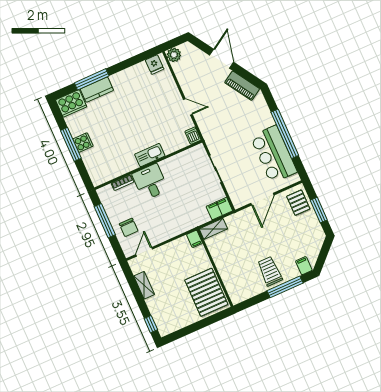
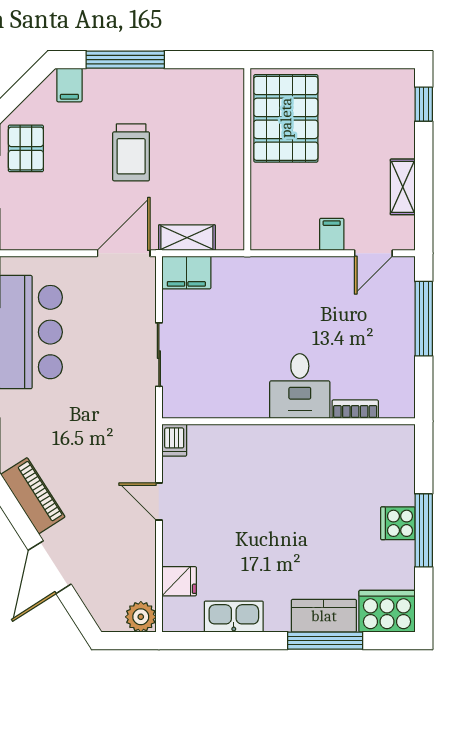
fridge: (155, 64) -> (179, 581), moved, turned 90
kitchen sink: (150, 155) -> (234, 617), moved, turned 180
door: (262, 199) -> (124, 253), moved
pallet: (298, 203) -> (26, 148), moved
window: (105, 221) -> (424, 319), moved
chair: (129, 227) -> (383, 315), removed
shelving: (213, 229) -> (187, 238), moved
filing cabinet: (195, 239) -> (332, 234), moved
trolley: (270, 271) -> (131, 152), moved

